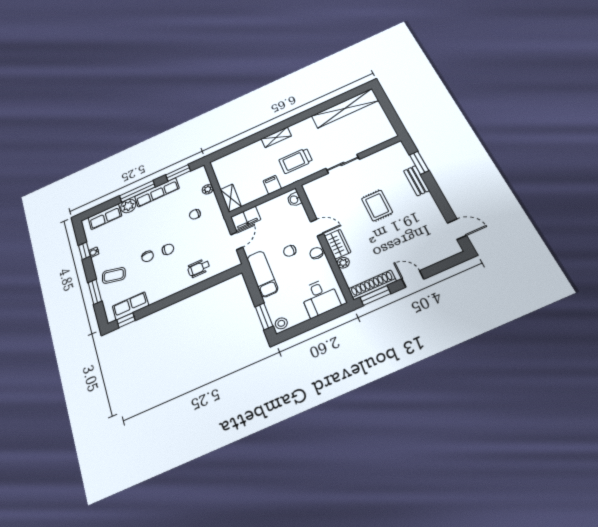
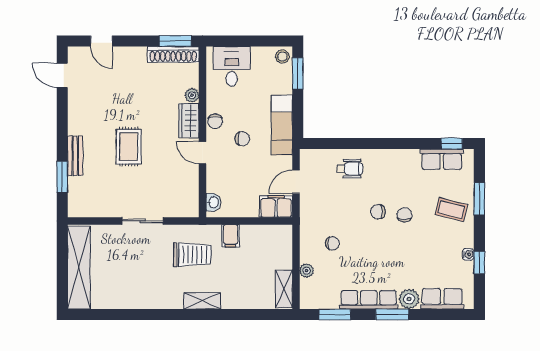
shelving: (345, 108) -> (79, 268), moved, turned 90
window: (137, 191) -> (392, 314), width x0.69
shelving: (231, 198) -> (284, 289), moved
door: (413, 279) -> (102, 41), moved

